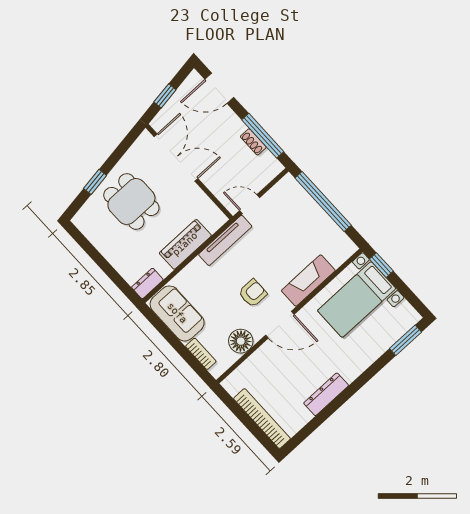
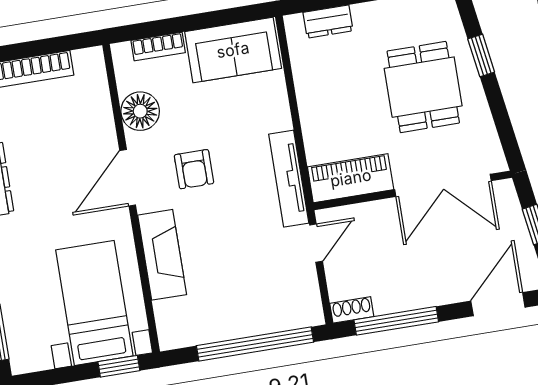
shoe rack: (253, 142) -> (352, 310), moved
dining table: (131, 201) -> (423, 87), turned 90
piano: (185, 244) -> (351, 178), moved, turned -90
dresser: (147, 283) -> (328, 21), moved, turned 90

